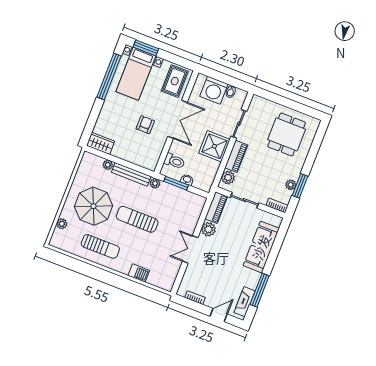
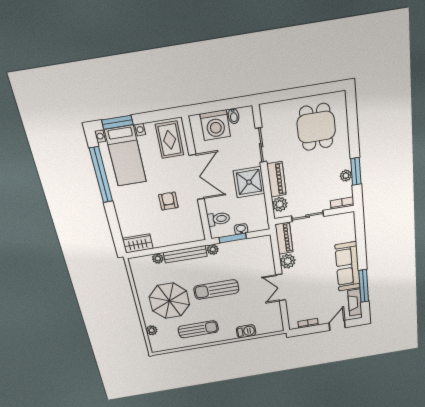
sofa: (261, 247) -> (348, 267), moved

